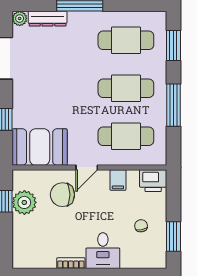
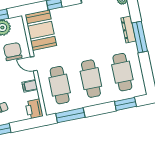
dresser: (48, 19) -> (128, 30), moved
window: (173, 105) -> (70, 115), moved

